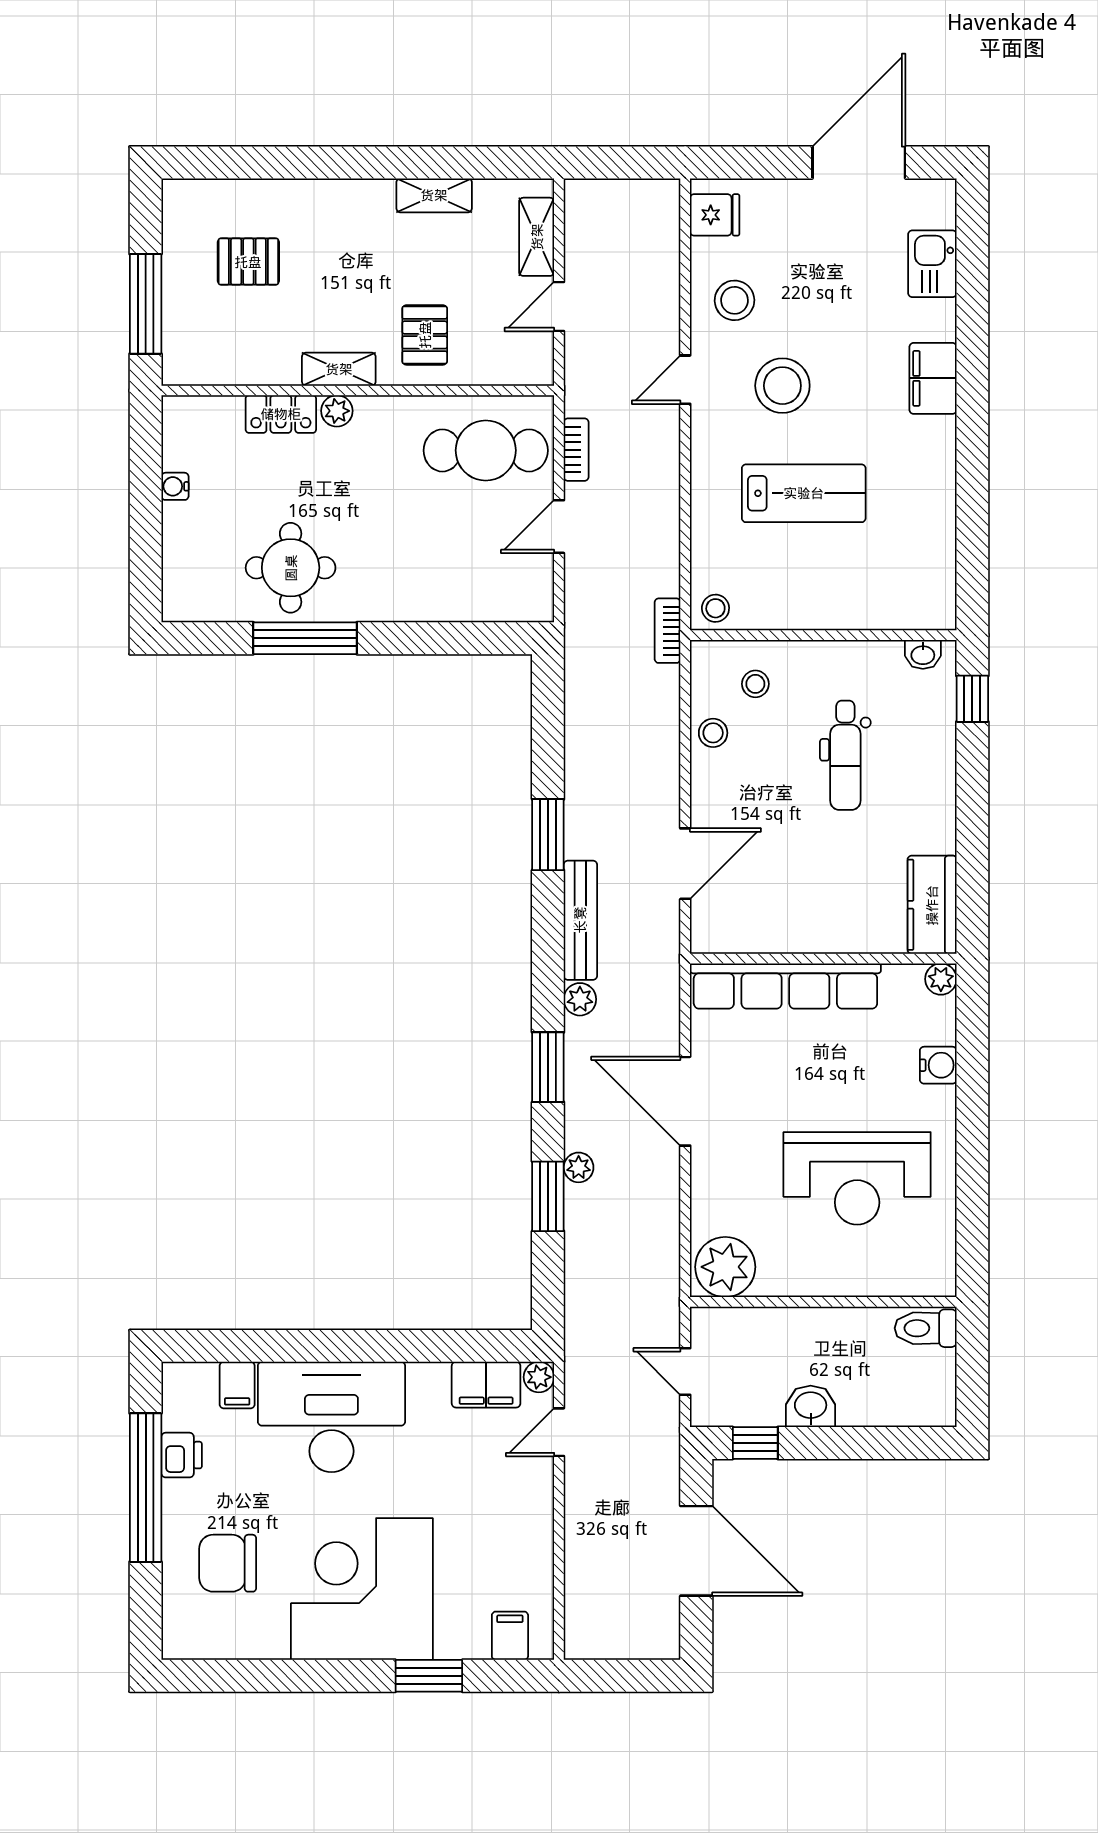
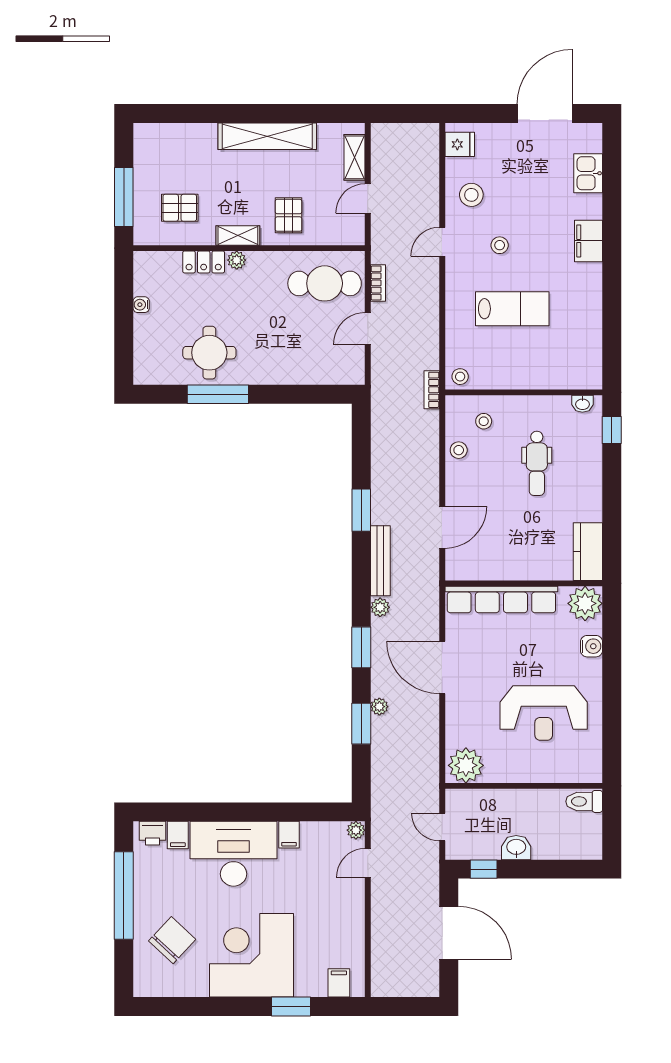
shelving: (434, 195) -> (267, 136), width x2.20, depth x1.33
pallet: (248, 262) -> (180, 208), moved
stool: (782, 386) -> (500, 245), width x0.53, depth x0.53
plant: (941, 979) -> (585, 603), width x1.88, depth x1.88
filing cabinet: (486, 1385) -> (289, 835), moved, width x0.50
printer: (182, 1455) -> (152, 833), moved, turned 90
chair: (228, 1563) -> (172, 940), turned 133

